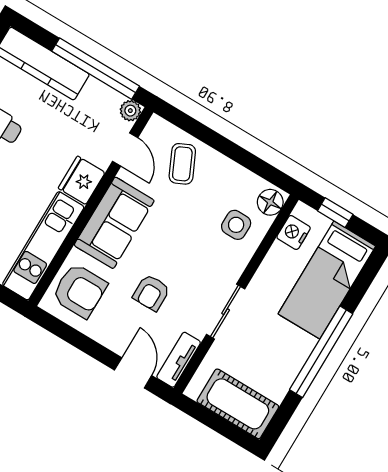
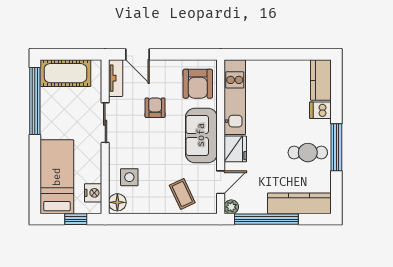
door: (125, 149) -> (221, 182), swing flipped
armchair: (80, 291) -> (198, 84), turned -90
window: (321, 352) -> (35, 101), moved

